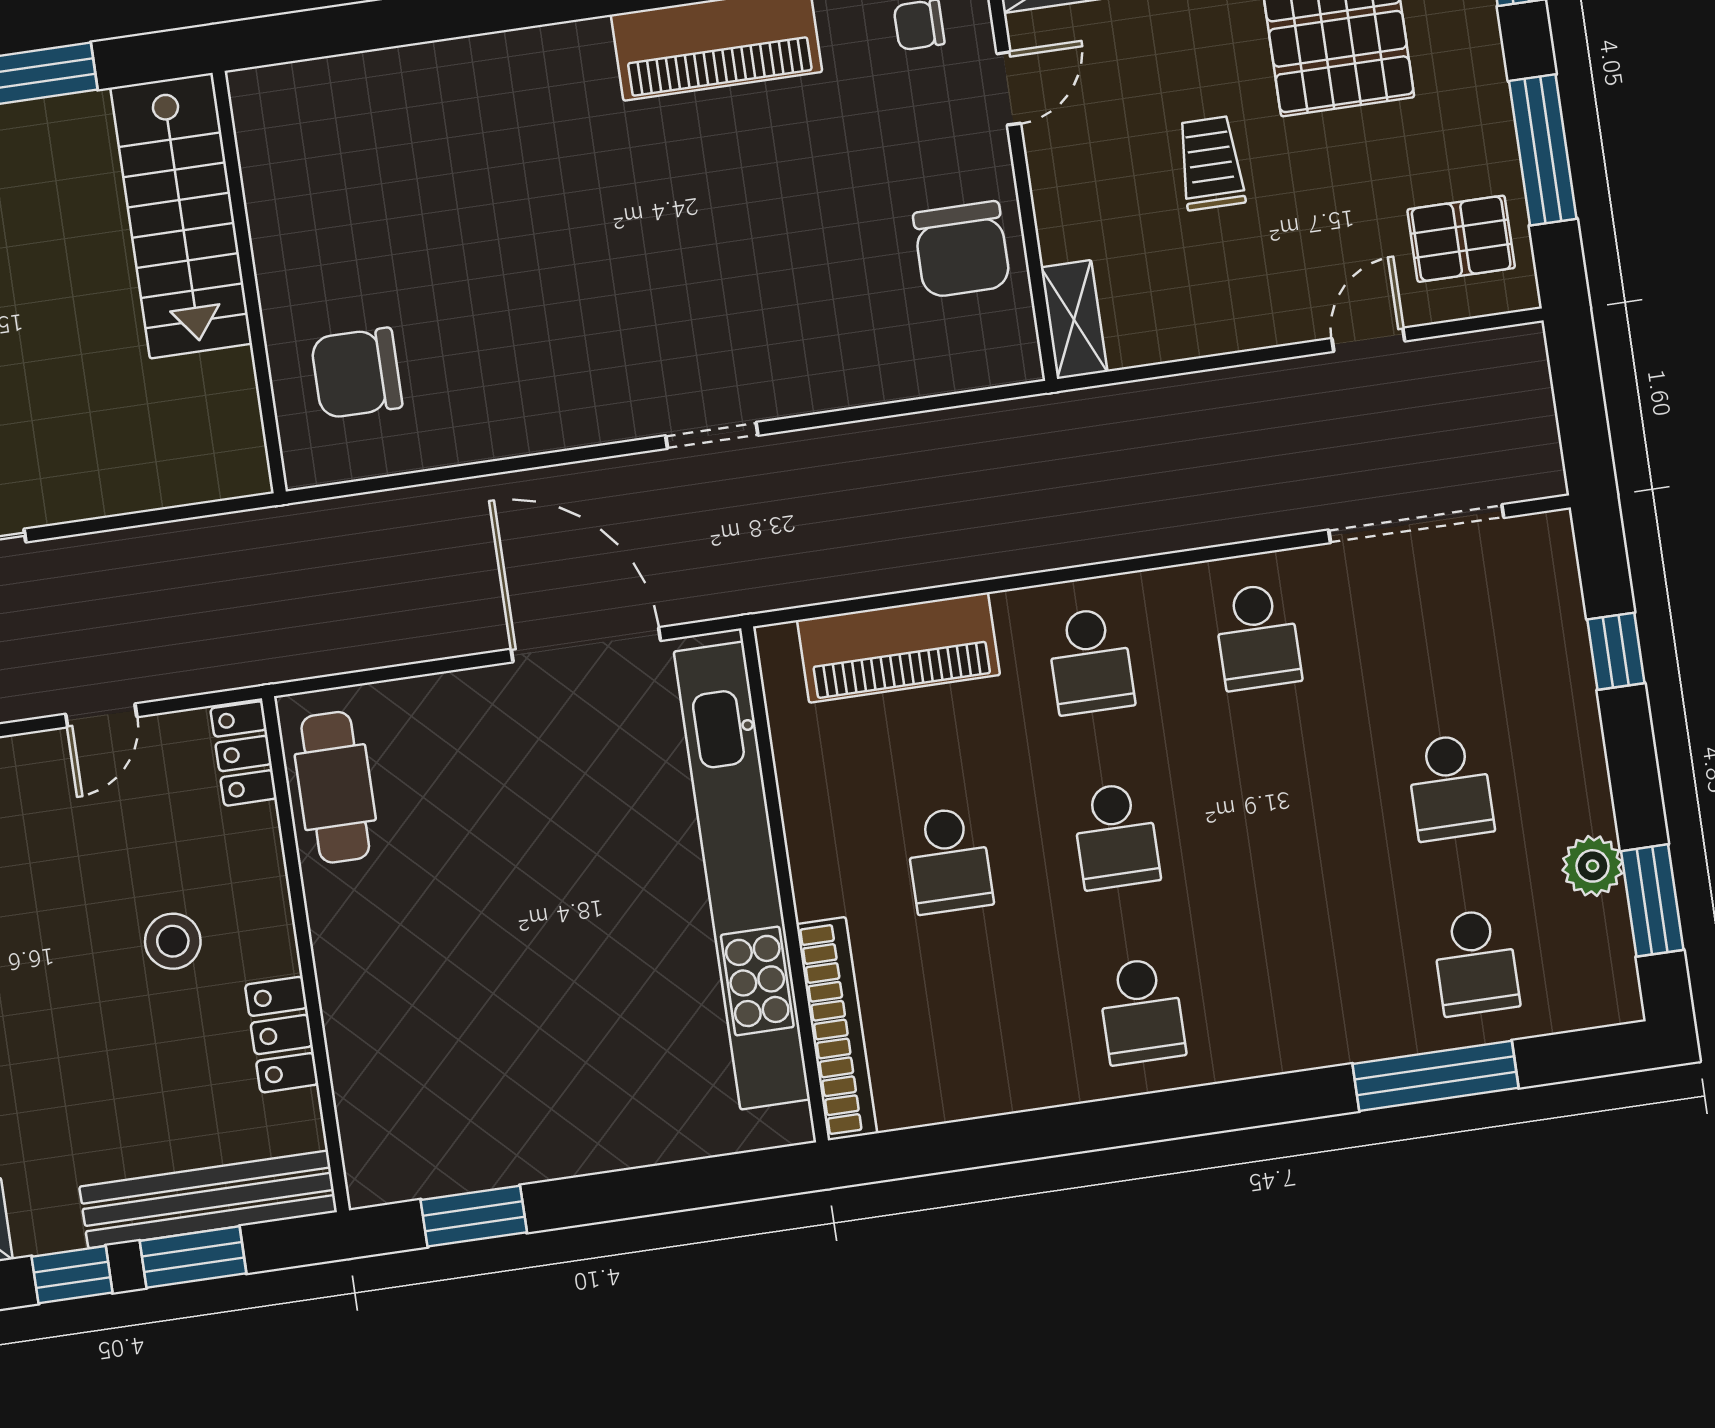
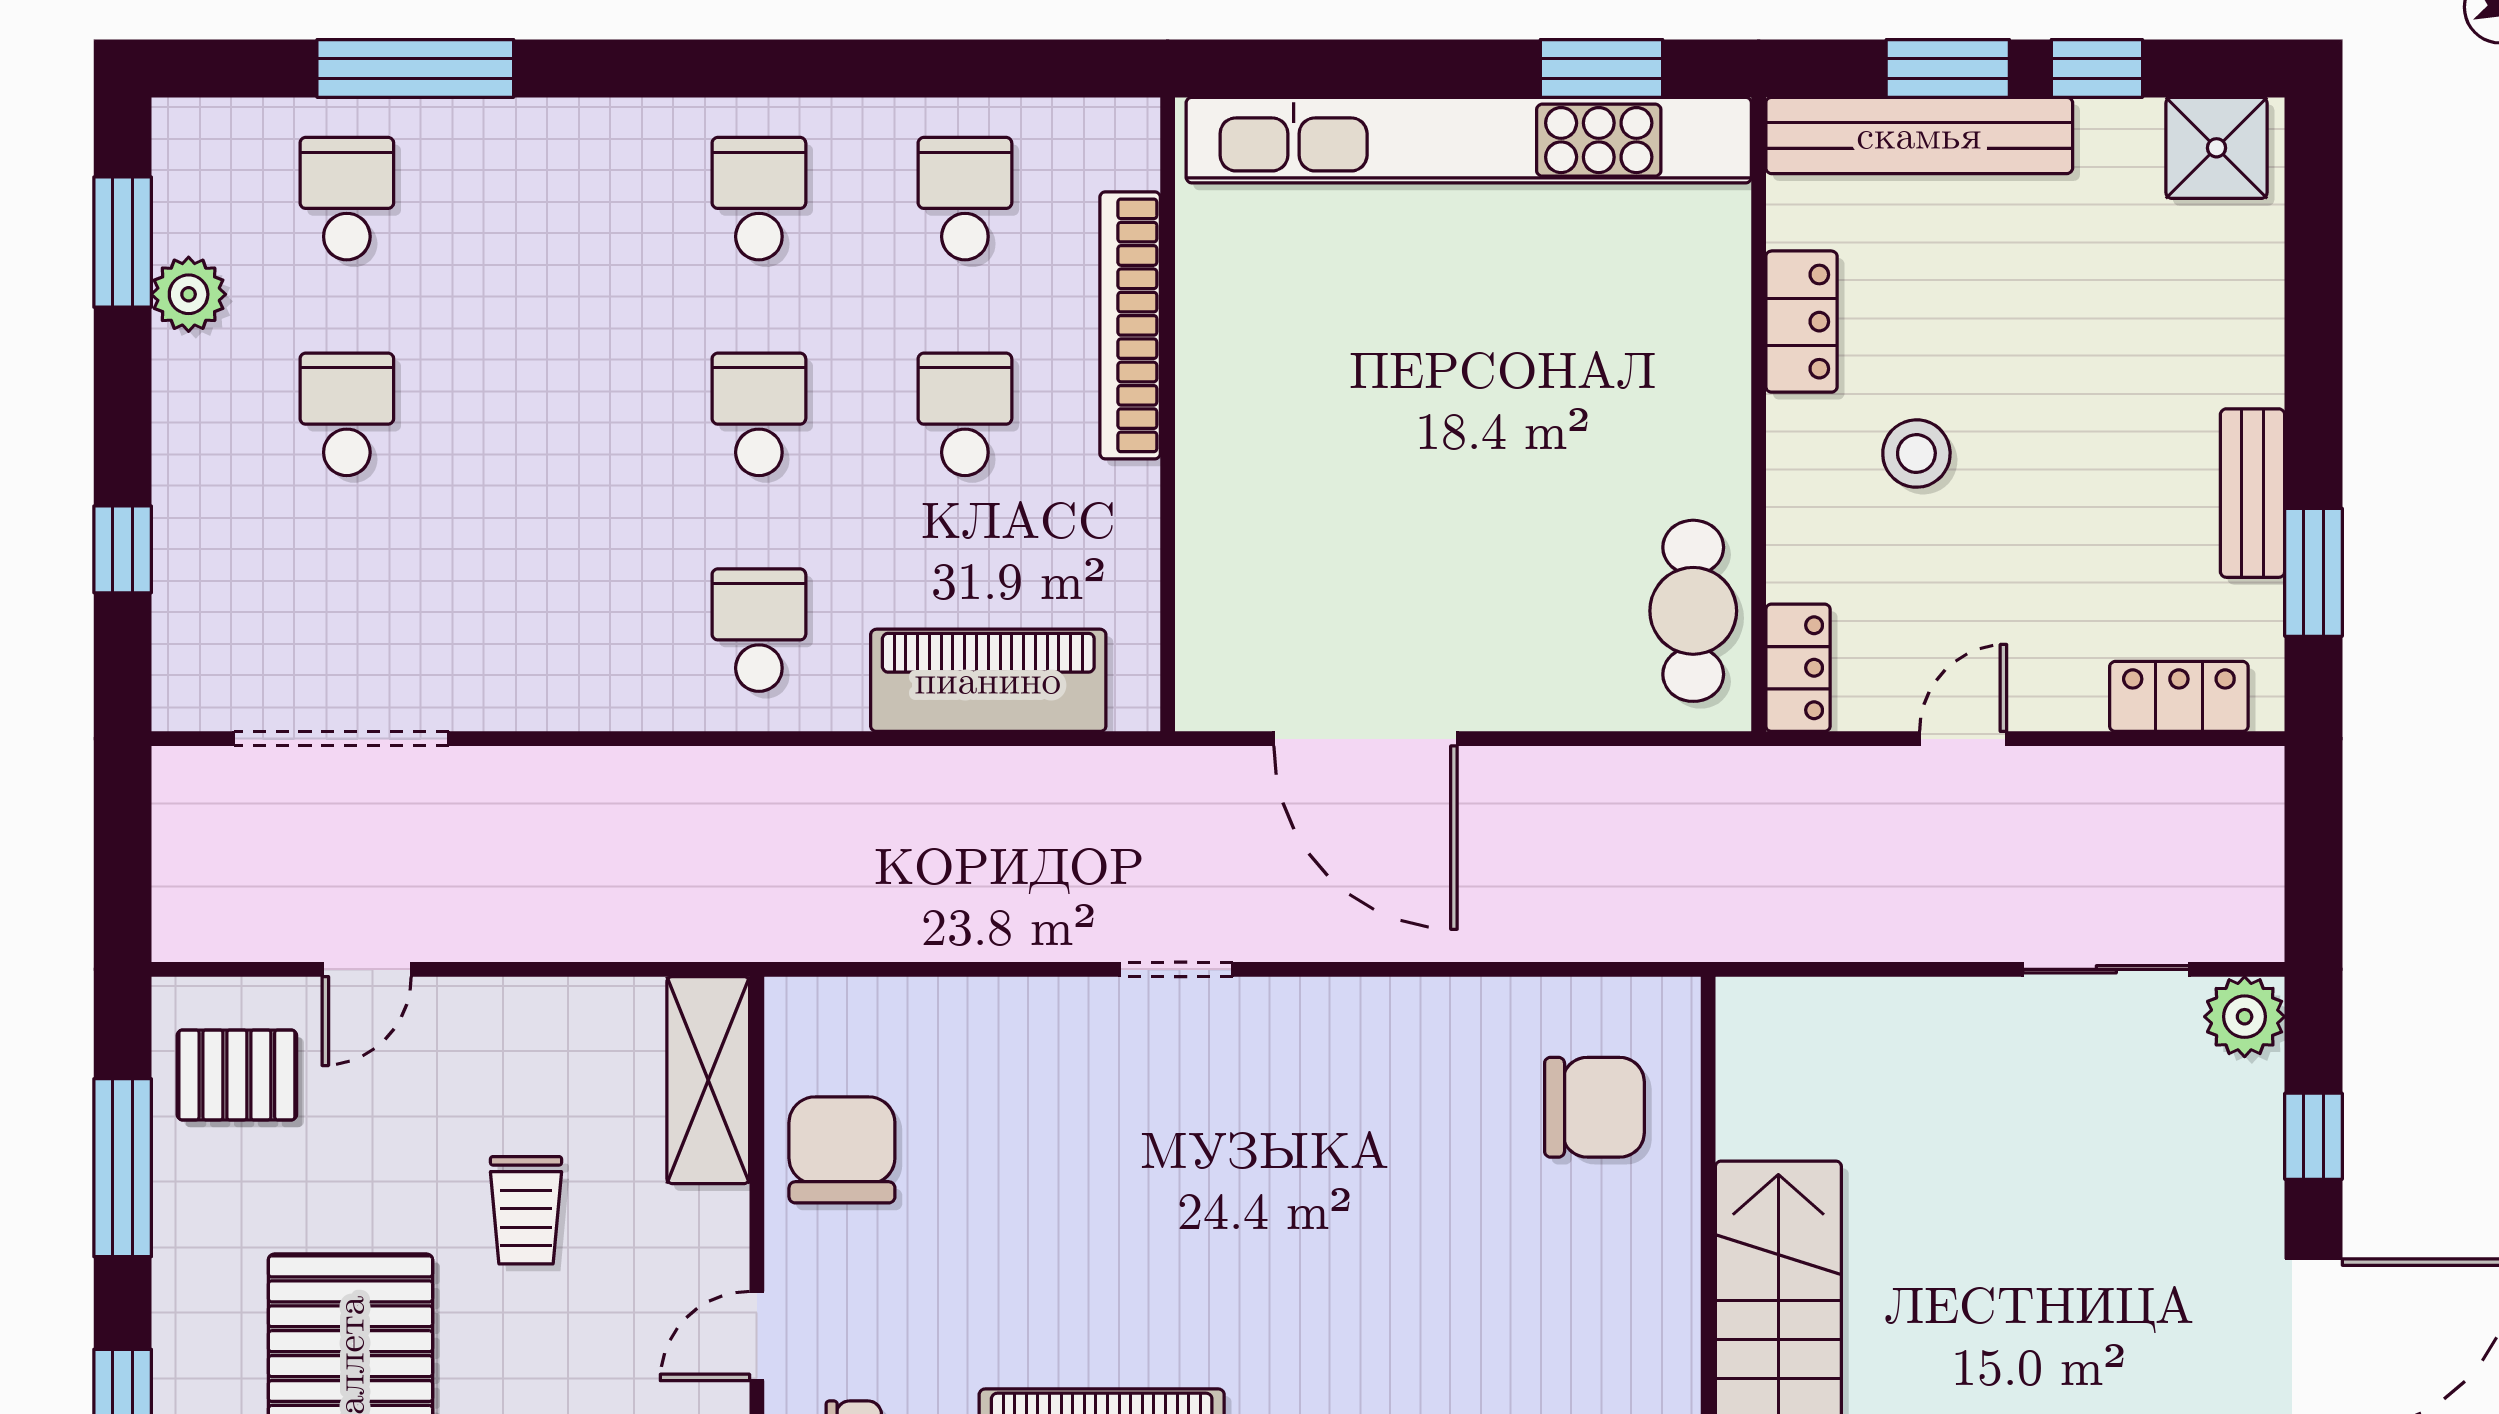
shelving: (1074, 319) -> (708, 1080), width x1.50, depth x1.33
school desk: (1257, 637) -> (965, 199), moved
kitchen unit: (742, 876) -> (1469, 140), moved, turned 90
bookcase: (837, 1029) -> (1130, 325), moved

